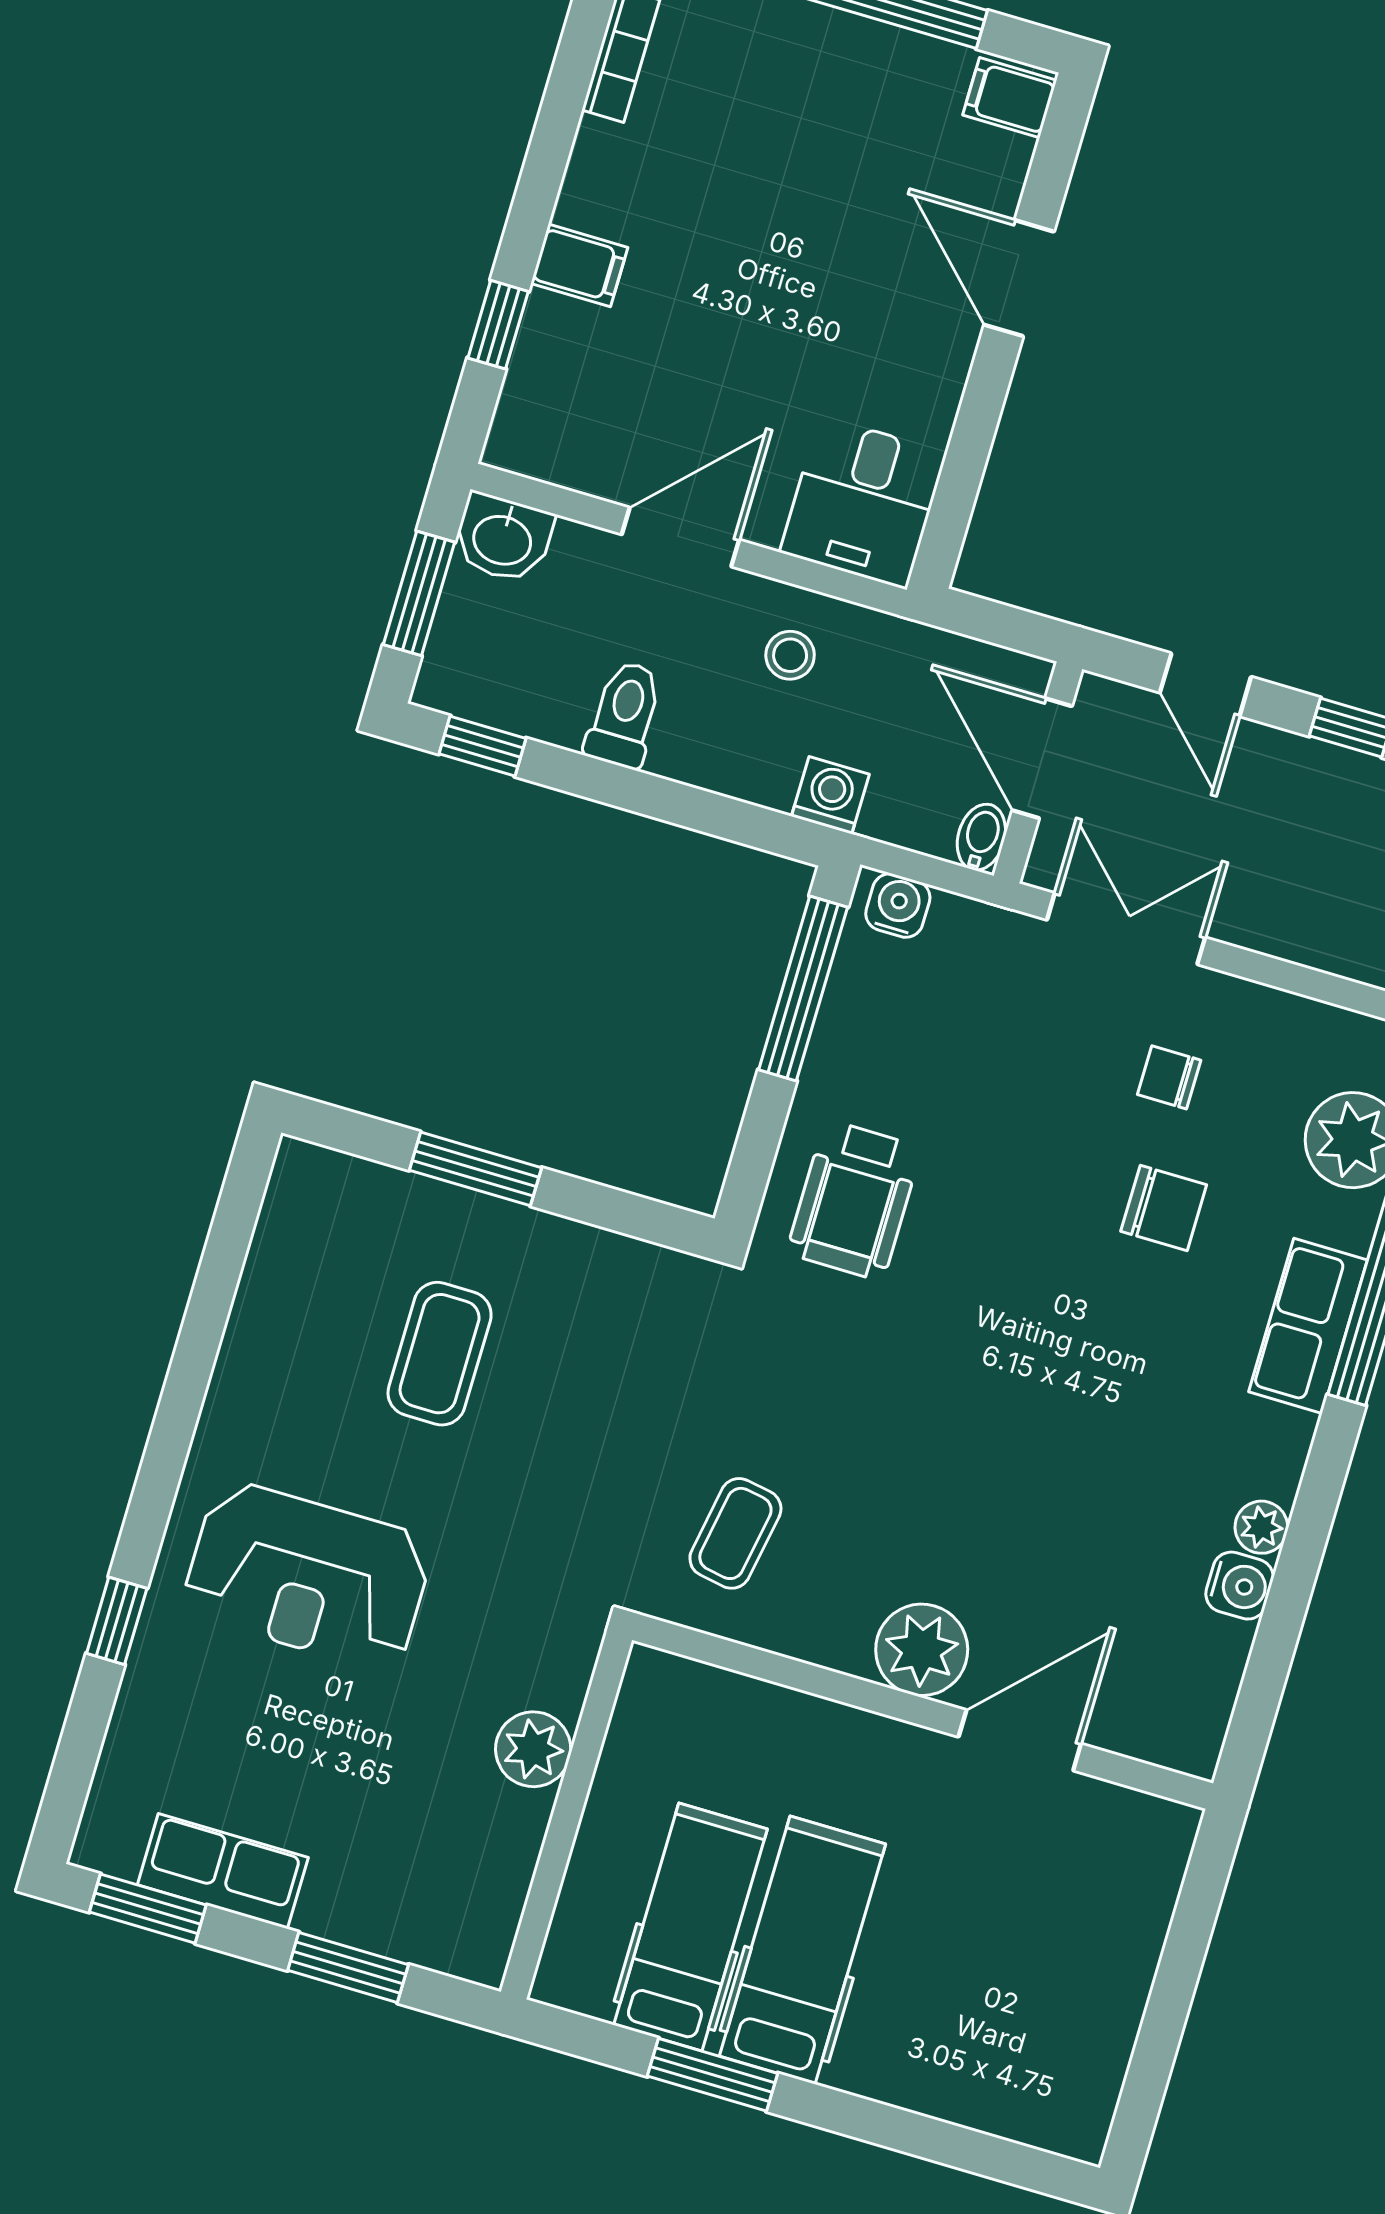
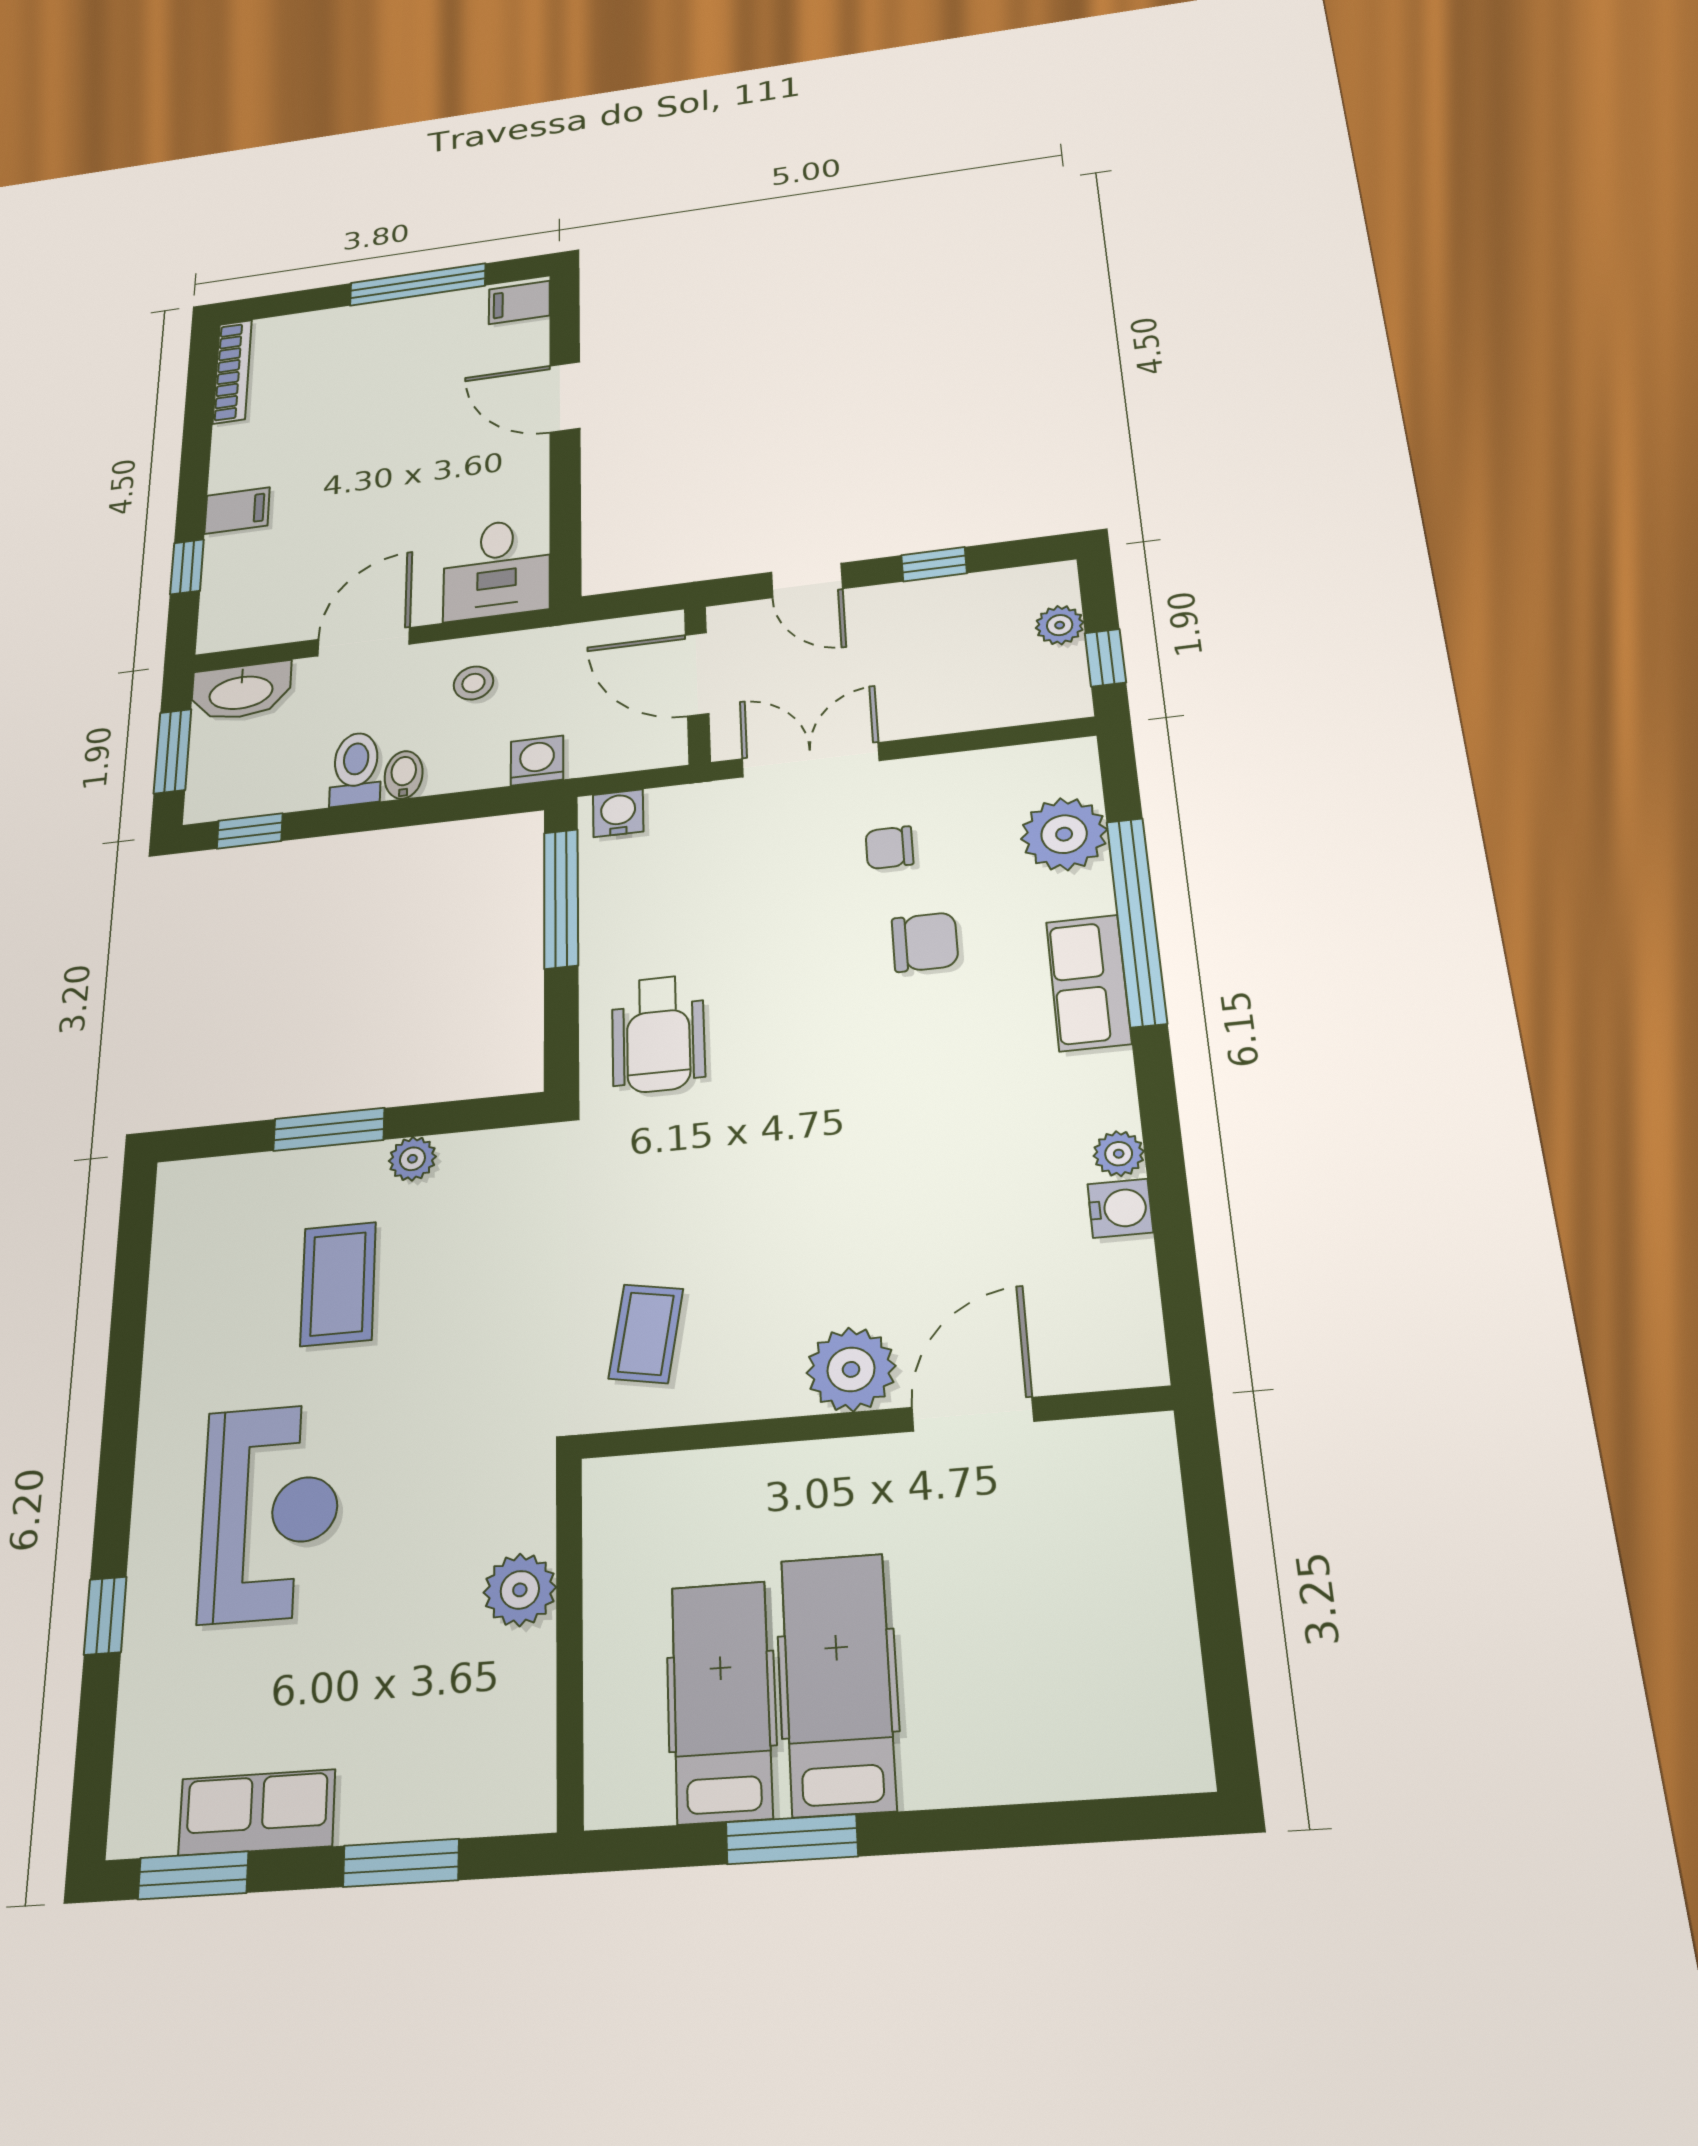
washbasin: (503, 538) -> (241, 691), width x1.38
bidet: (981, 837) -> (404, 775), moved
plant: (555, 1241) -> (412, 1159), added
reception desk: (308, 1576) -> (270, 1512), turned -90

